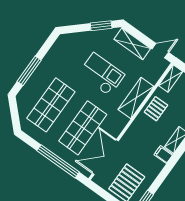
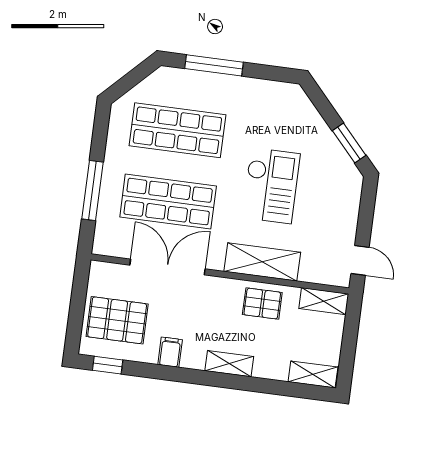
shelving: (132, 44) -> (347, 209), removed
filing cabinet: (163, 155) -> (170, 352), moved
double door: (105, 157) -> (168, 267), moved
window: (58, 161) -> (93, 191), width x0.68

